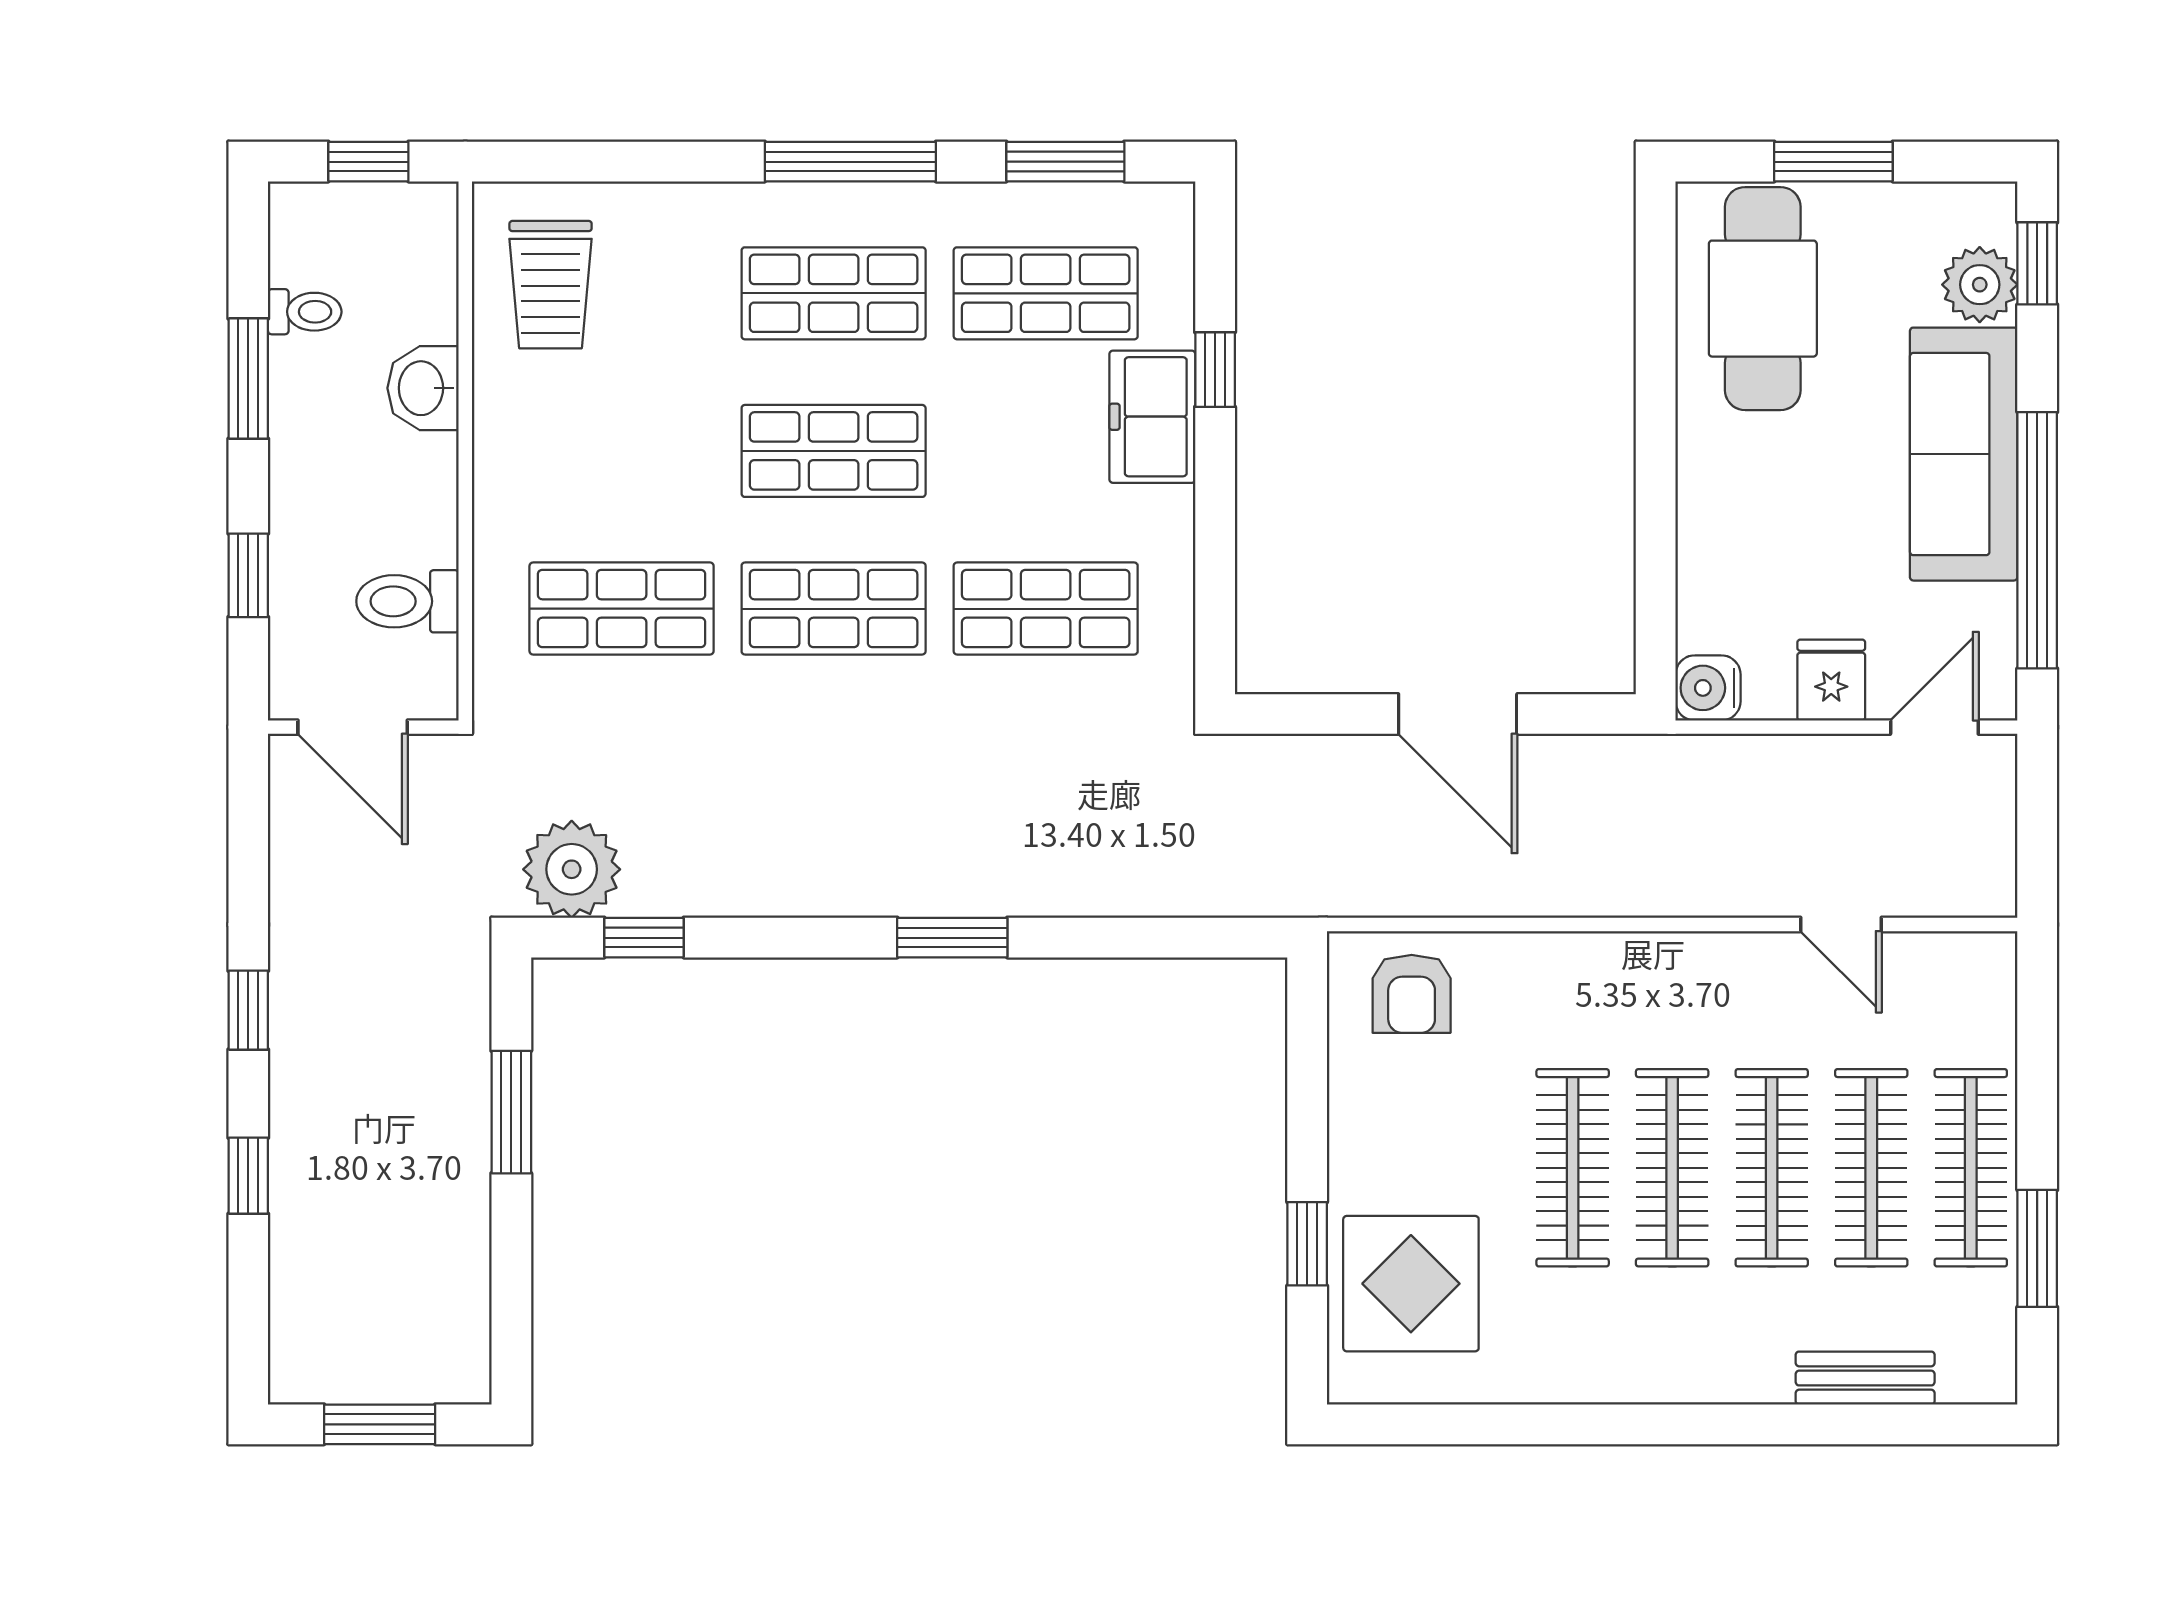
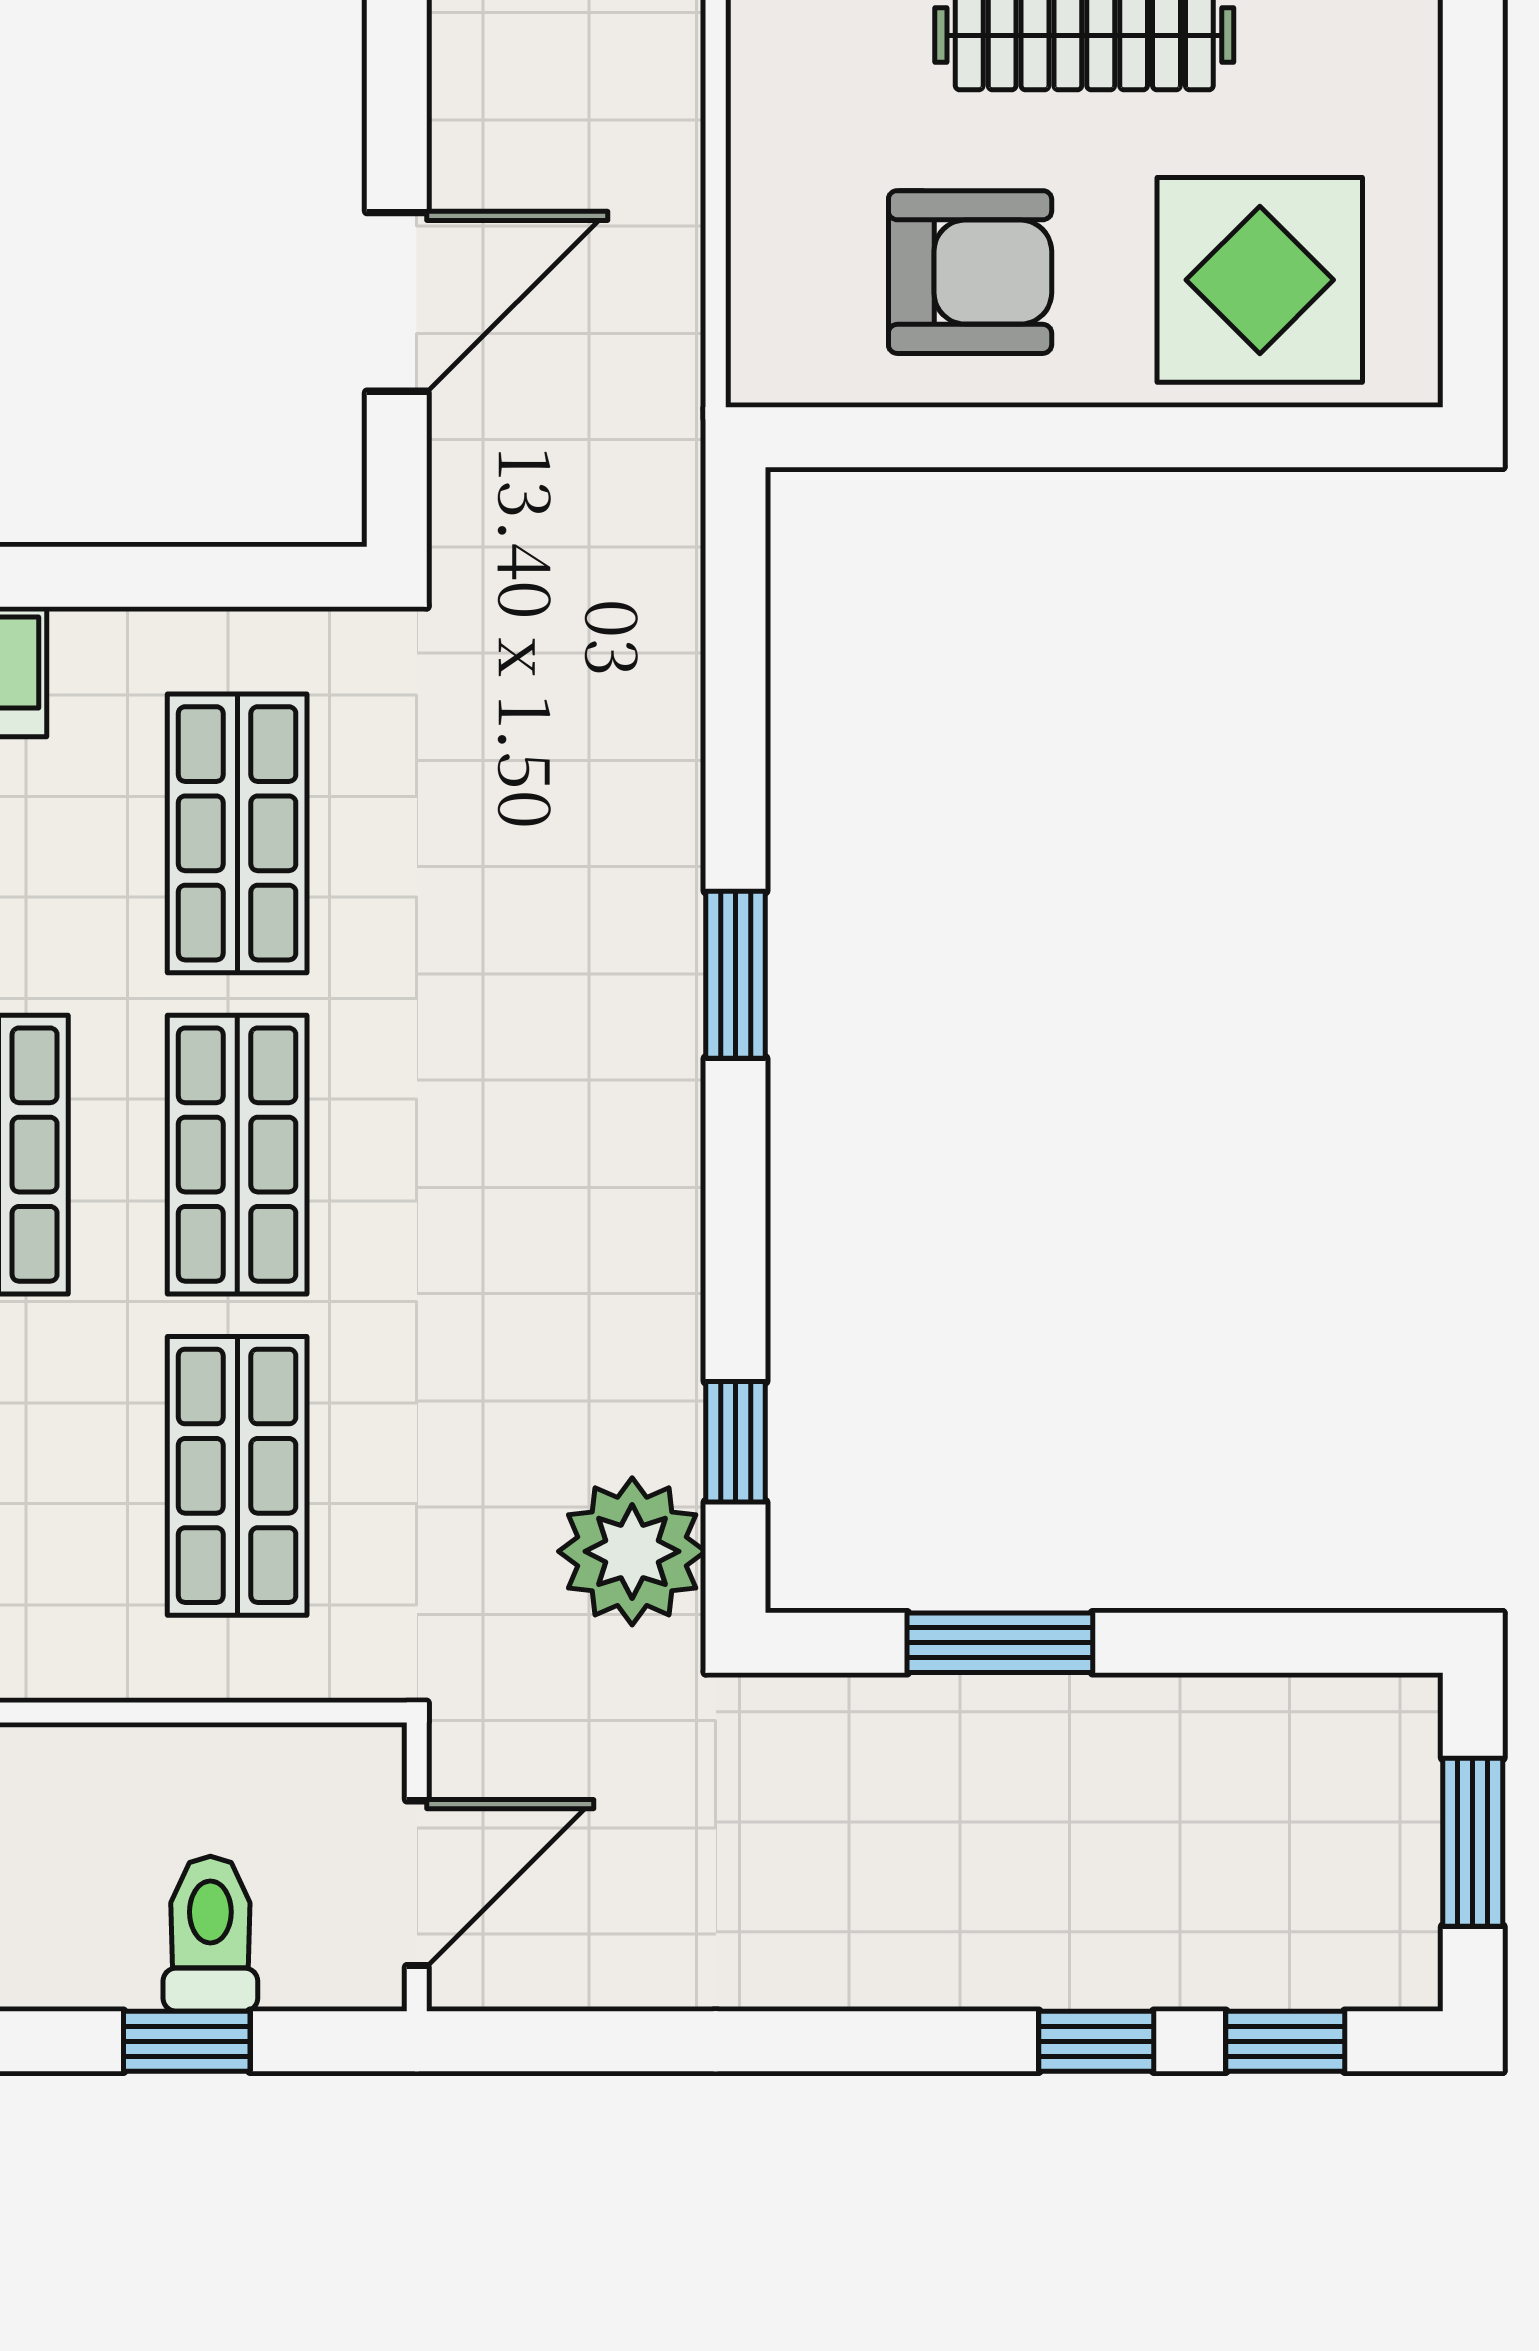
toilet: (407, 601) -> (210, 1934), moved, turned 180
door: (1458, 714) -> (397, 302), moved
armchair: (1412, 994) -> (970, 272), moved, width x1.38, depth x1.38
window: (248, 1010) -> (1285, 2041), moved
window: (1307, 1244) -> (1199, 437), removed

